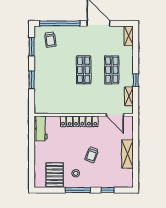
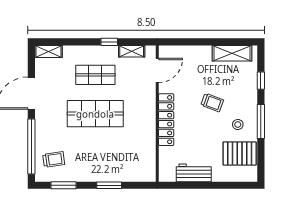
shop shelf: (84, 70) -> (95, 114), width x1.43, depth x1.36
workbench: (41, 128) -> (194, 173), moved
shelving: (127, 154) -> (232, 53), moved

